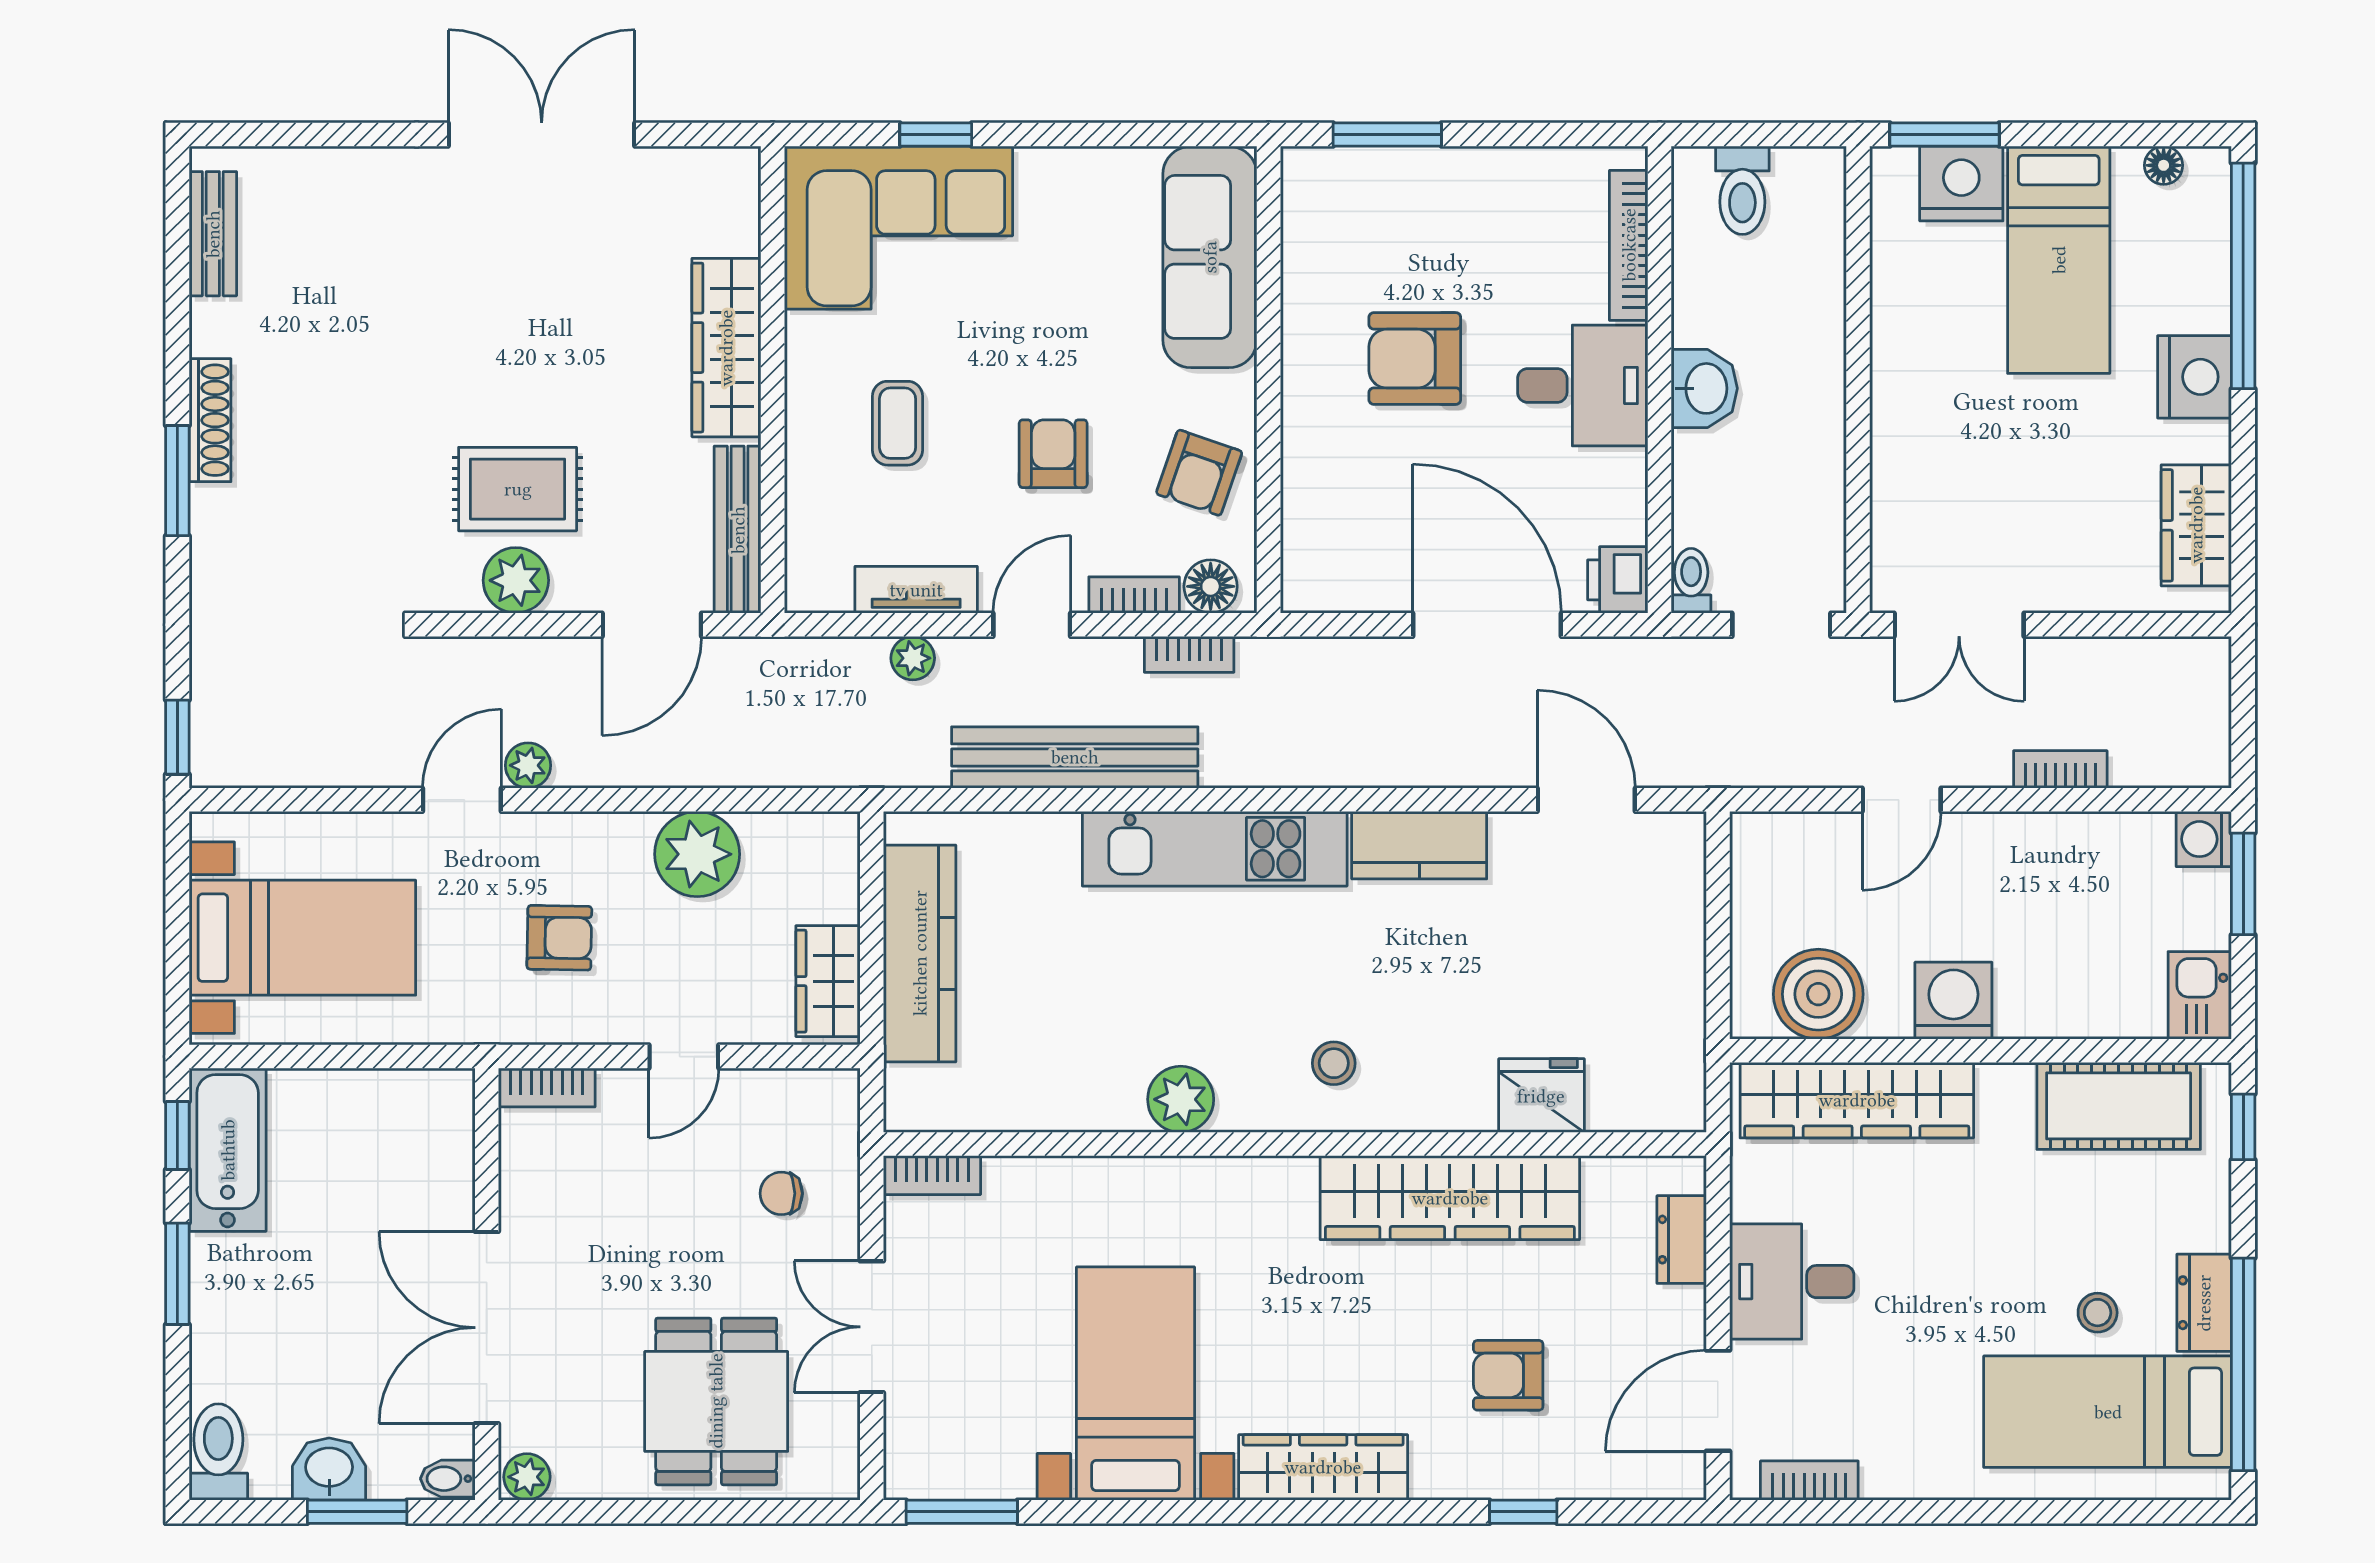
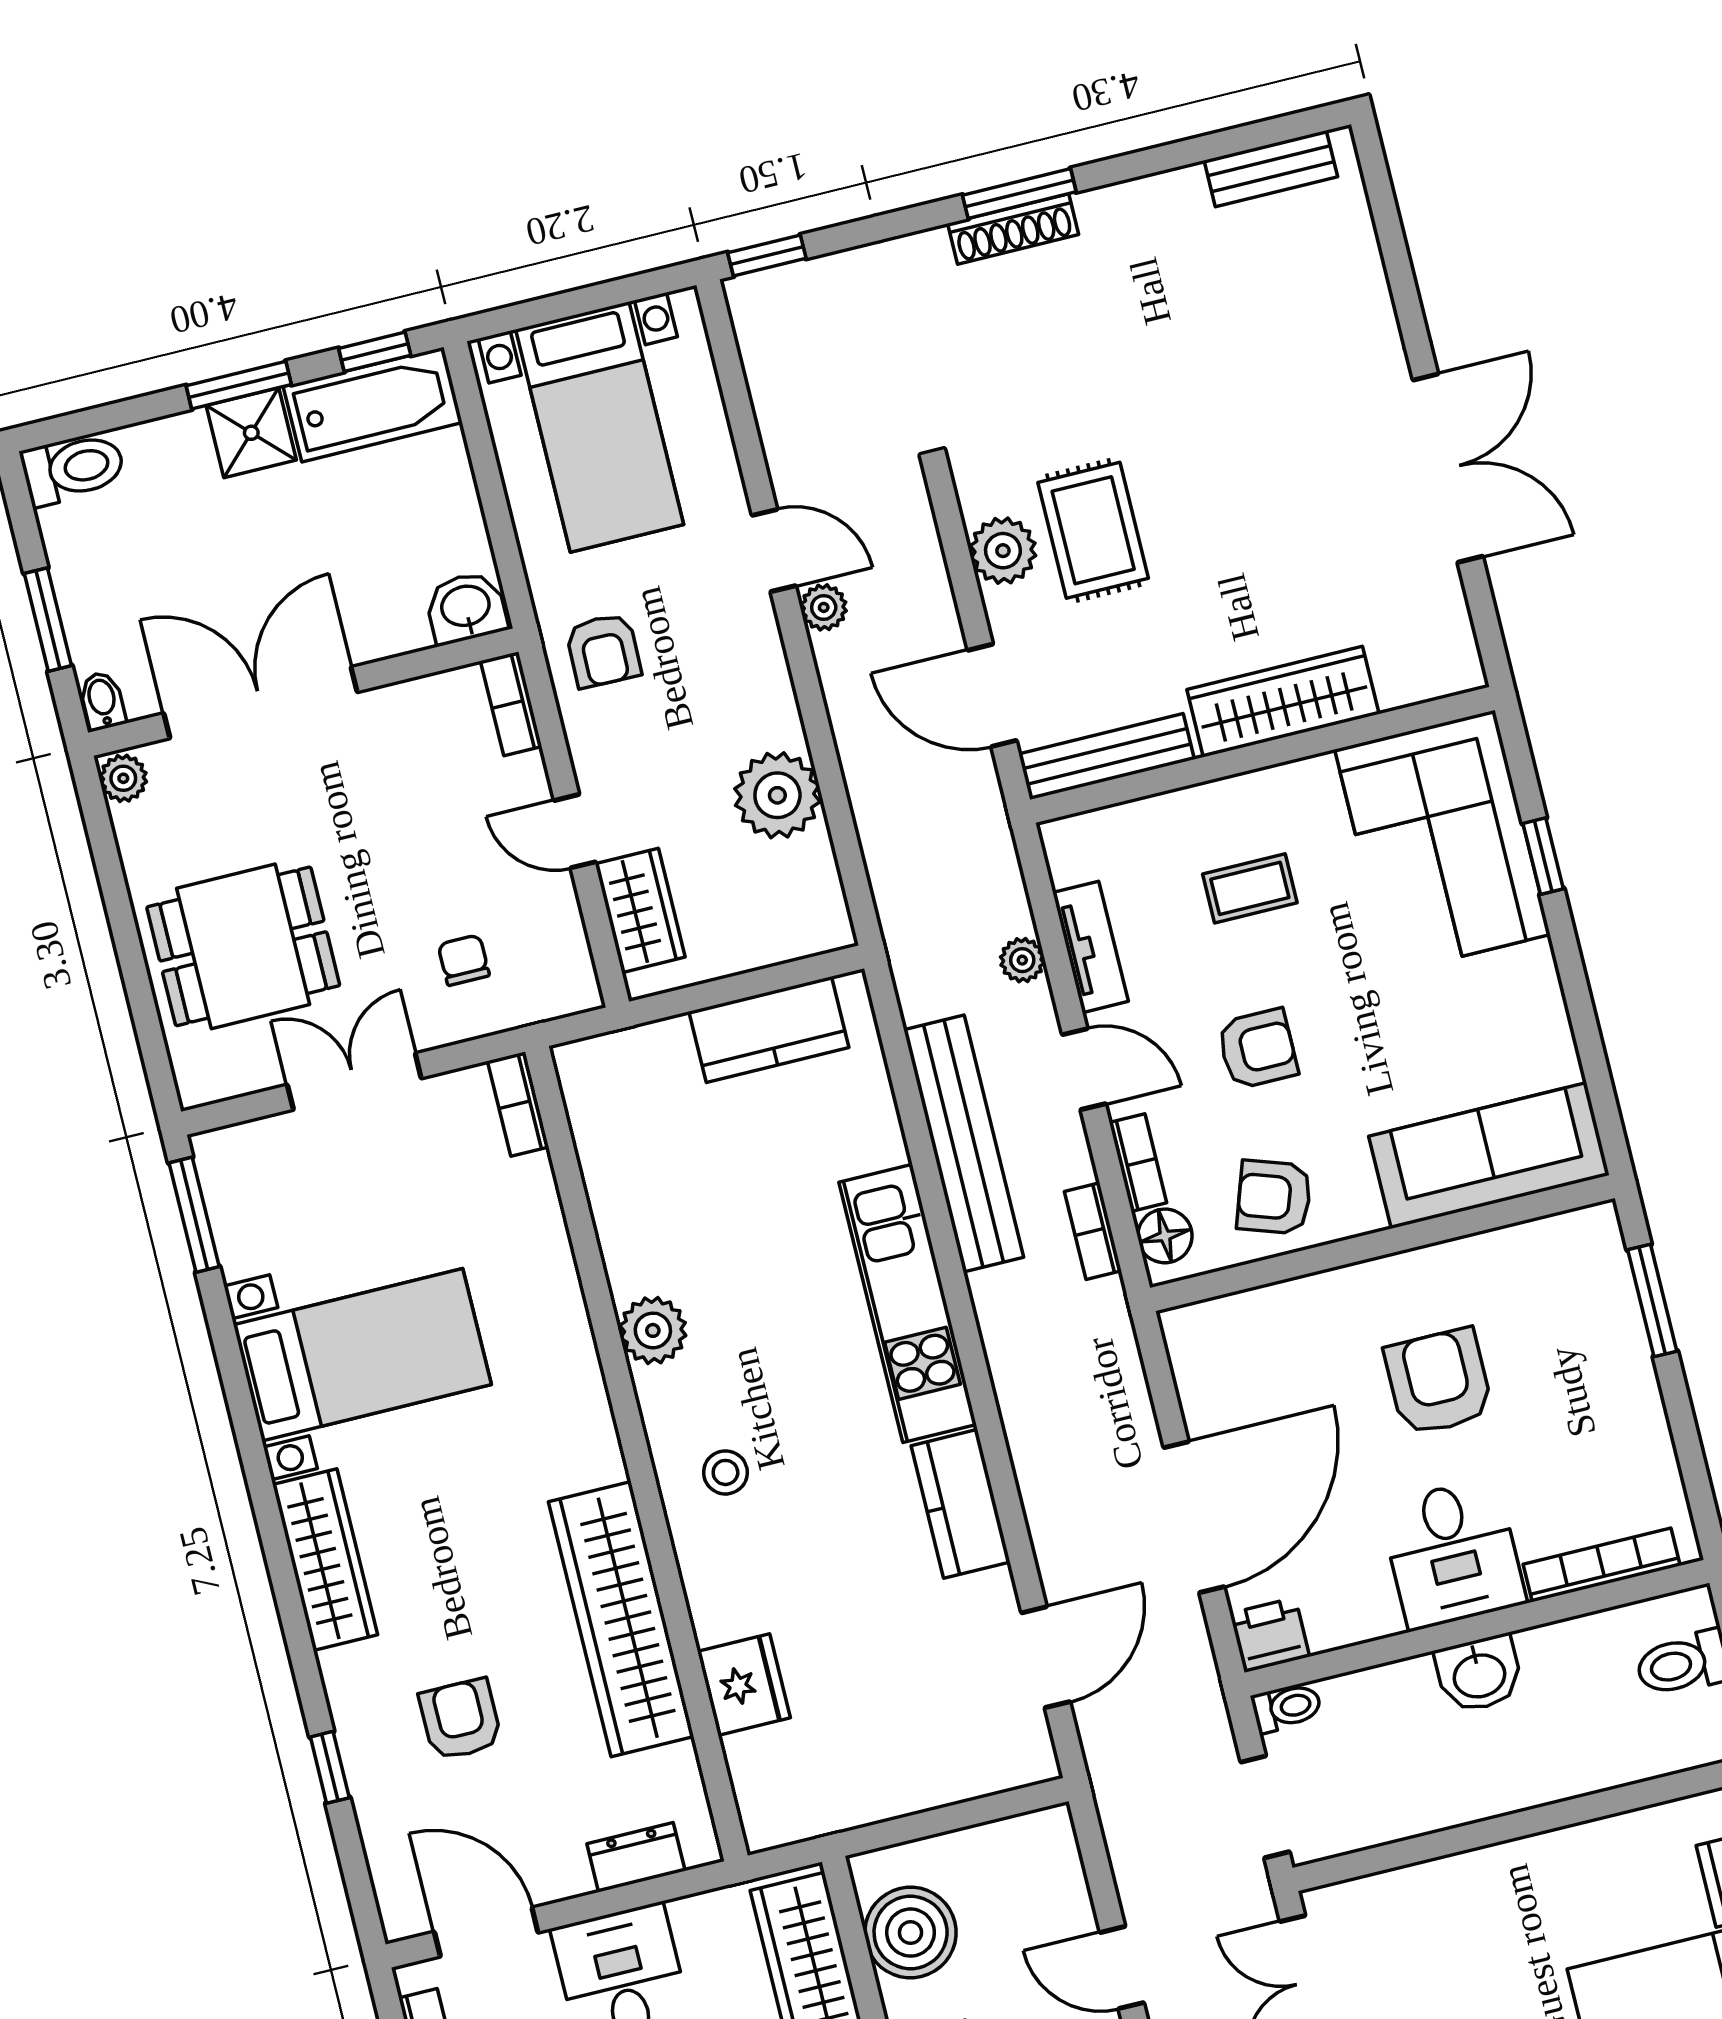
shoe rack: (210, 420) -> (1013, 229), moved
armchair: (559, 938) -> (603, 651), moved
kitchen counter: (920, 953) -> (769, 1030), width x0.67
wardrobe: (828, 981) -> (640, 910), moved, turned 90
shower: (226, 1273) -> (251, 433), added
washbasin: (329, 1469) -> (466, 608), moved, turned -90

